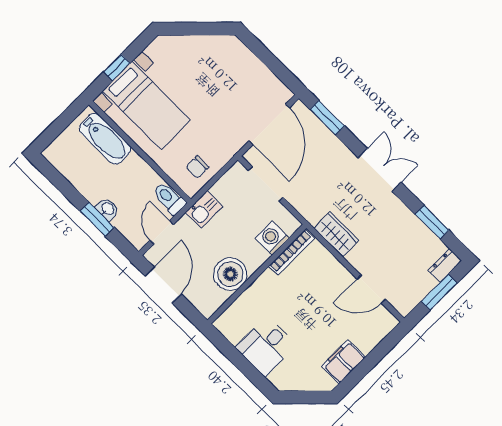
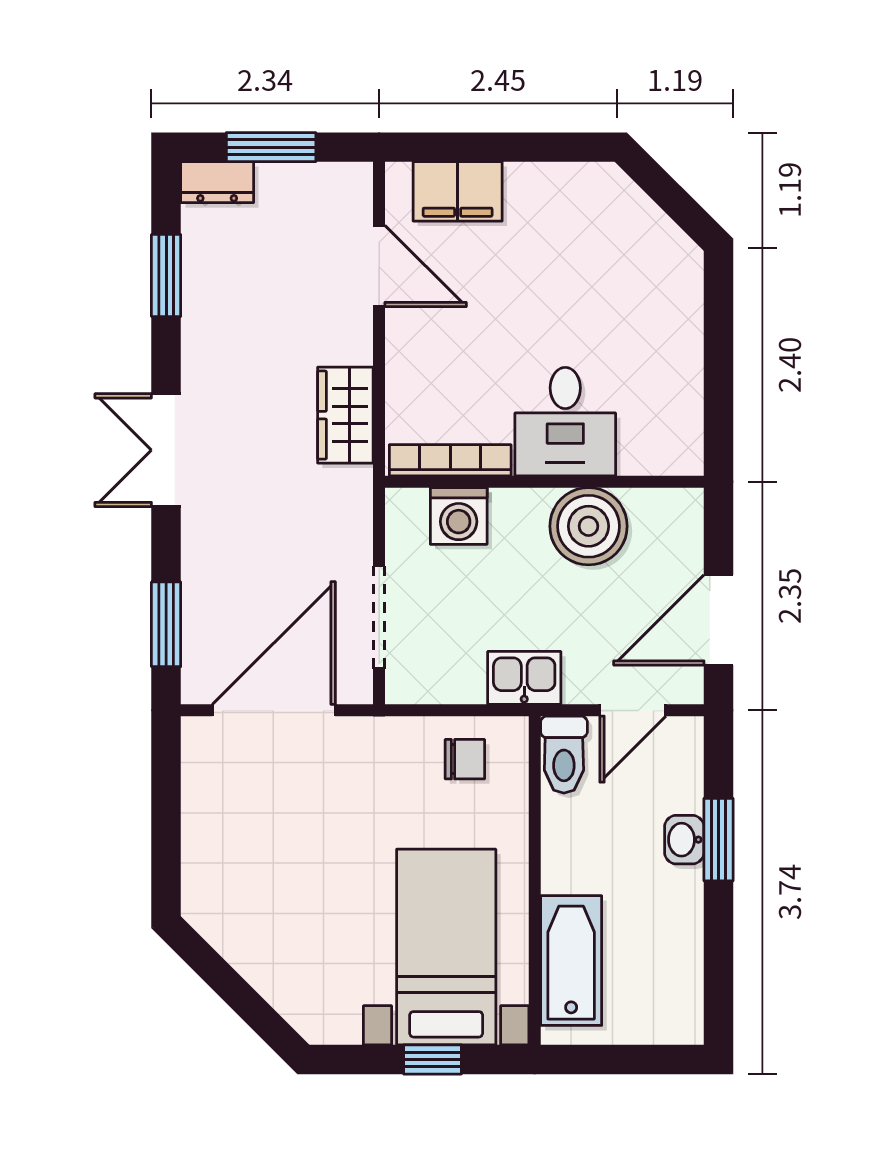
desk: (266, 346) -> (565, 422), moved, turned 90
filing cabinet: (343, 362) -> (458, 191), moved

